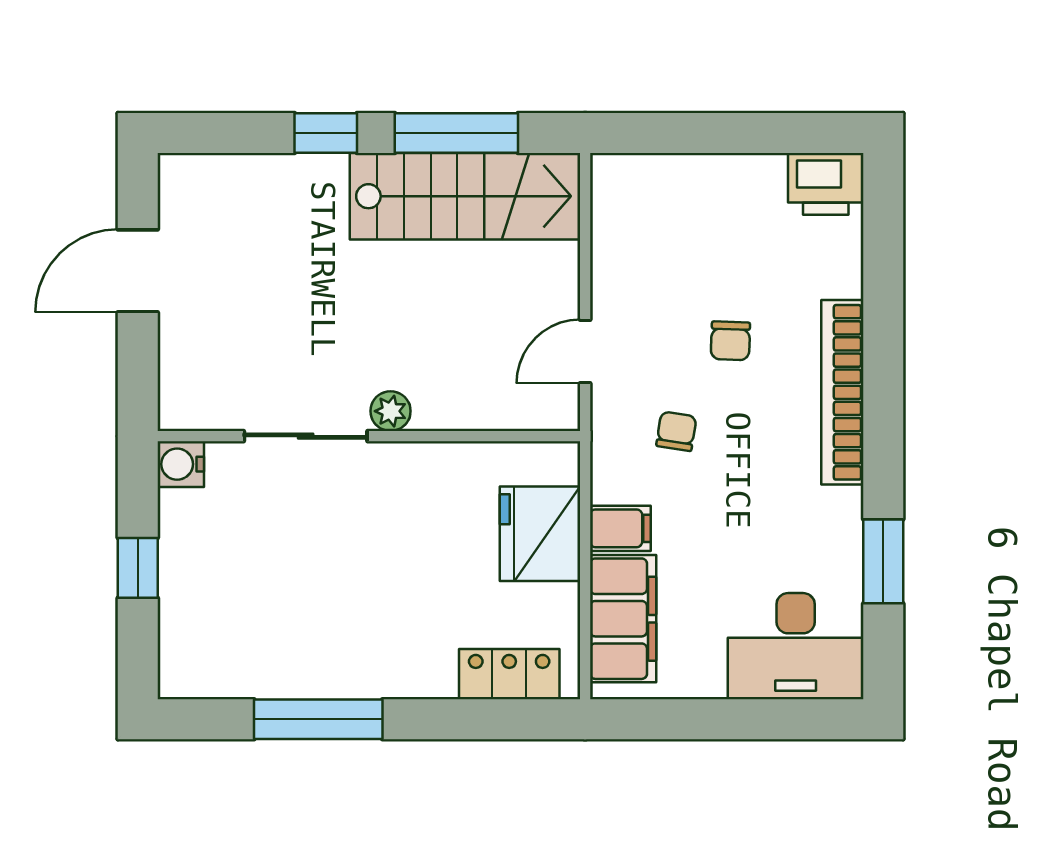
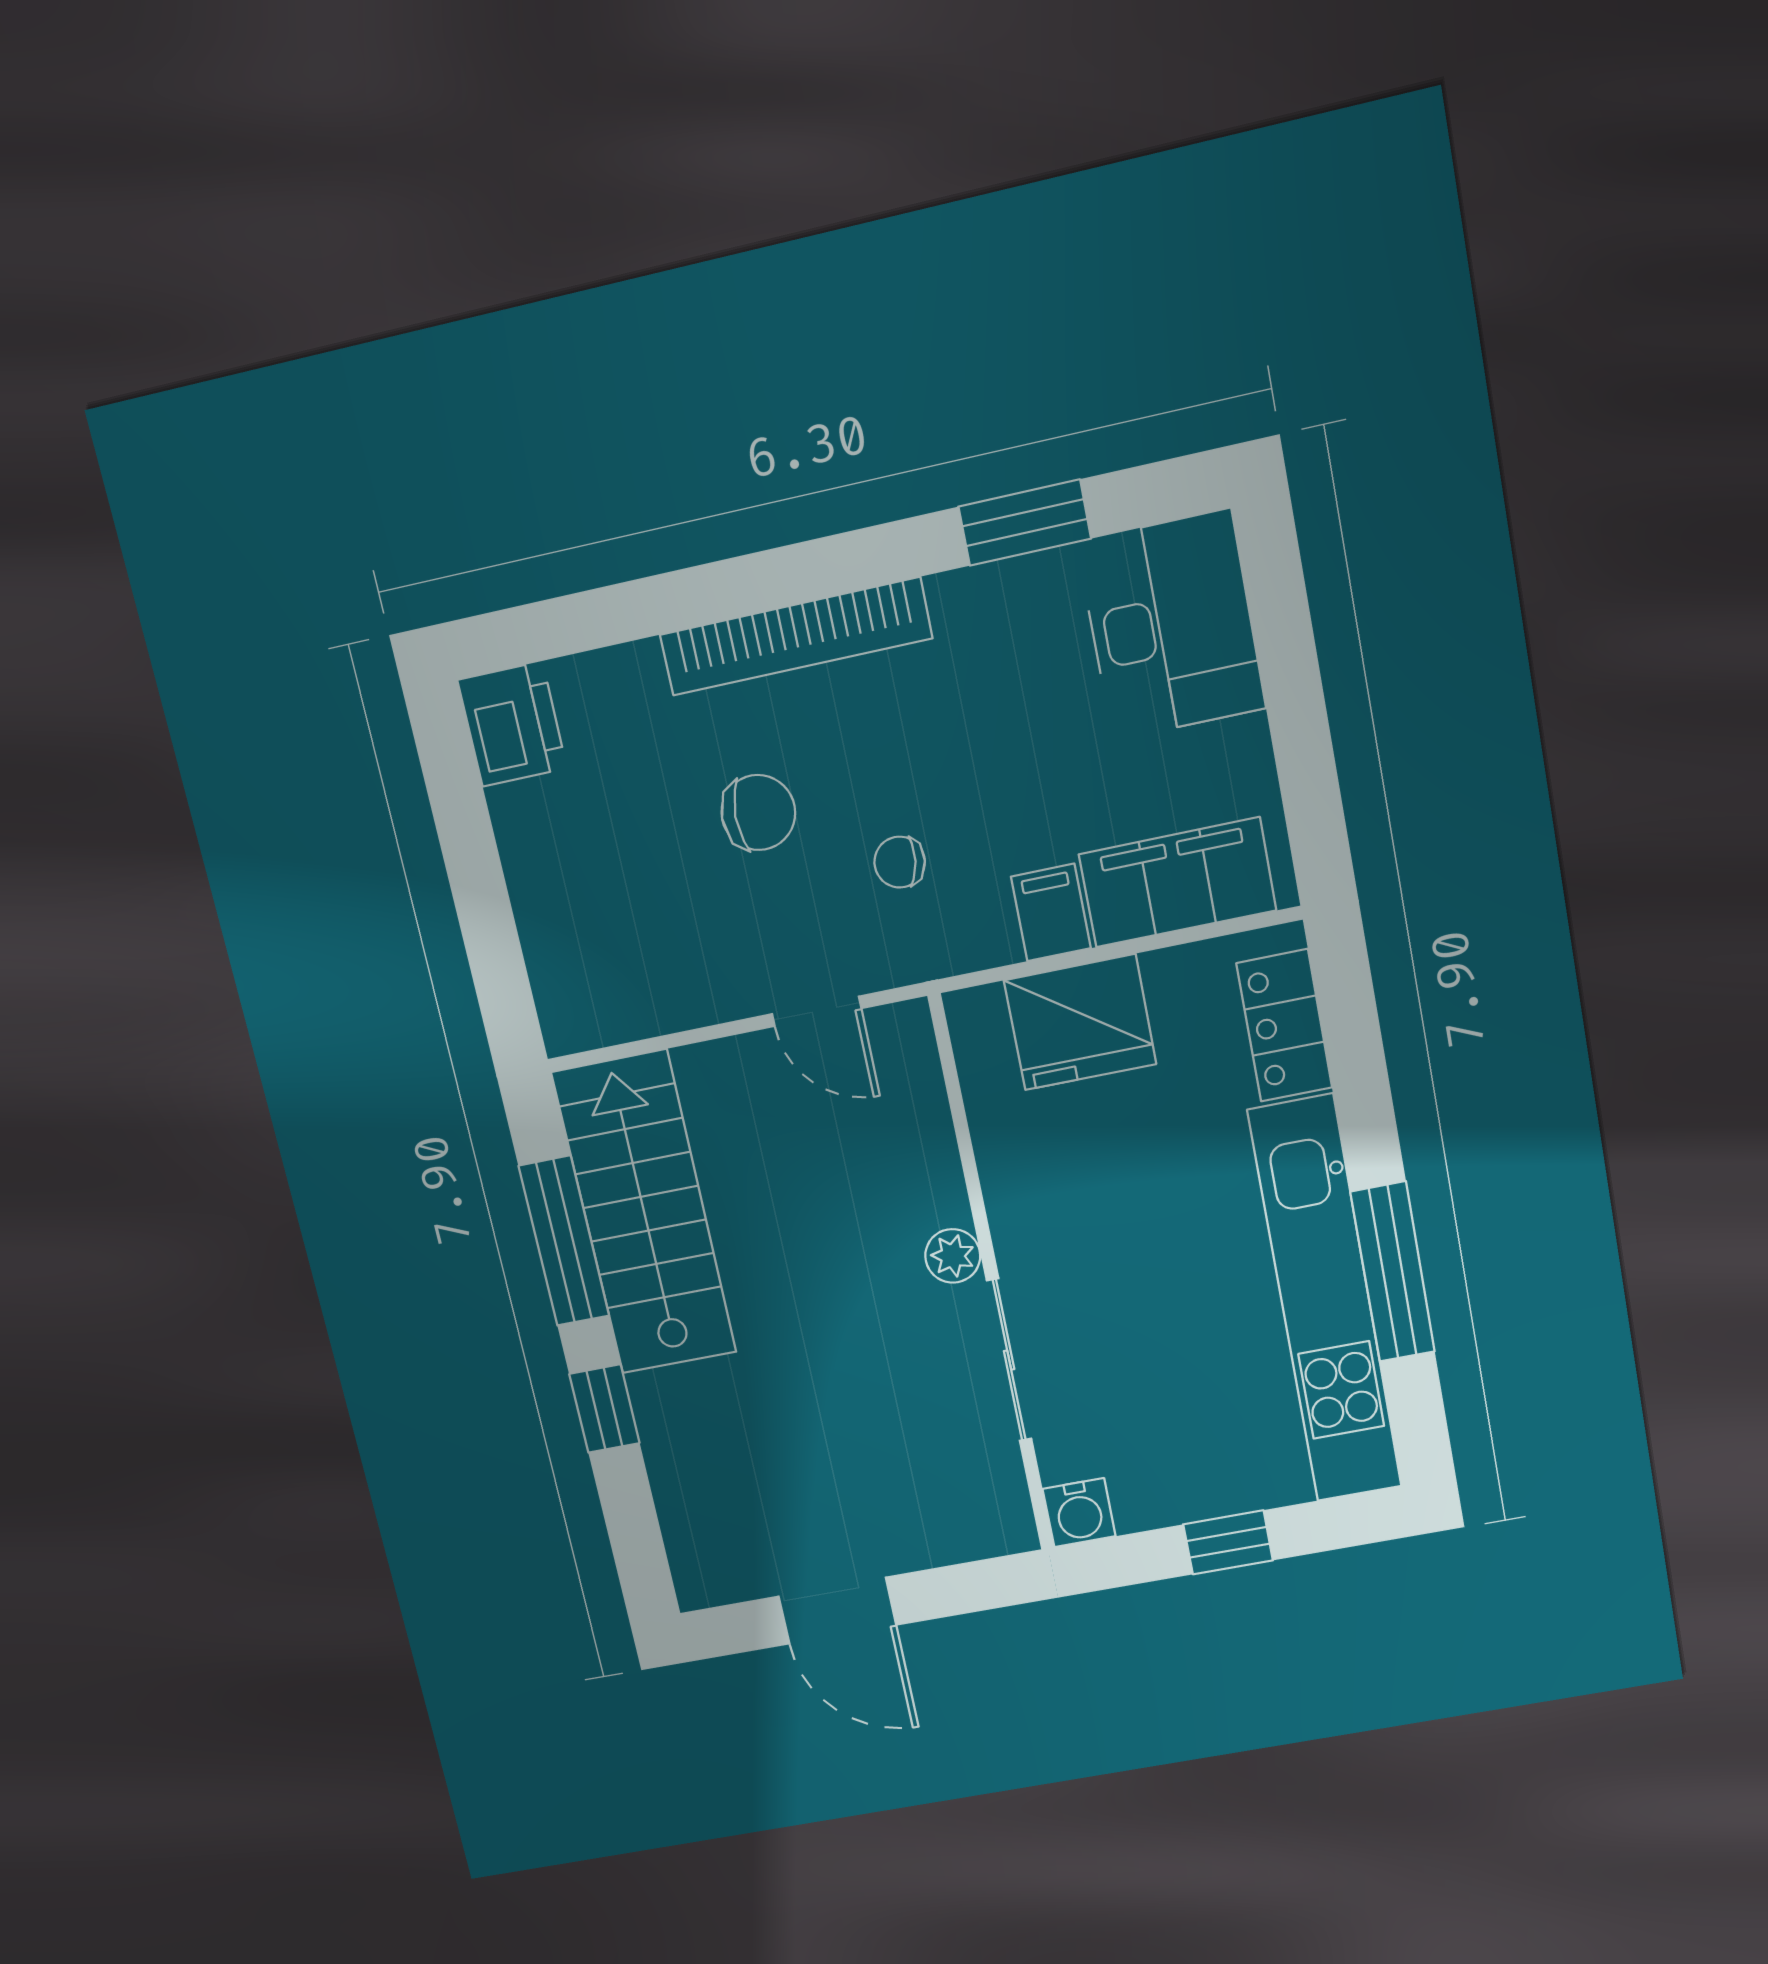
chair: (730, 341) -> (758, 813), width x1.37, depth x1.37
kitchen unit: (306, 669) -> (1325, 1301), added

